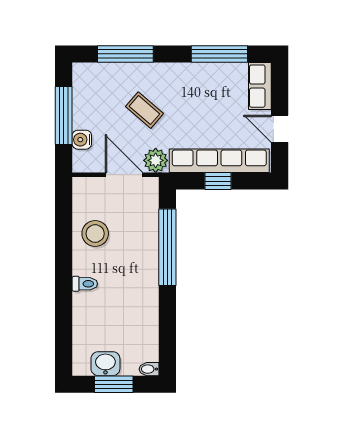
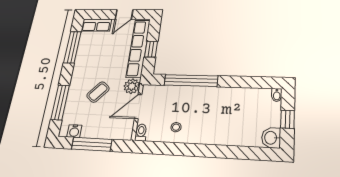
water cooler: (82, 140) -> (74, 131), moved
stool: (95, 234) -> (176, 127), width x0.53, depth x0.53
toilet: (85, 284) -> (141, 133), moved
washbasin: (105, 364) -> (271, 138), moved
window: (114, 384) -> (287, 119), width x0.67

